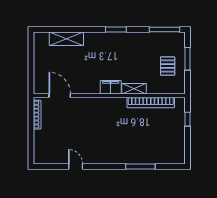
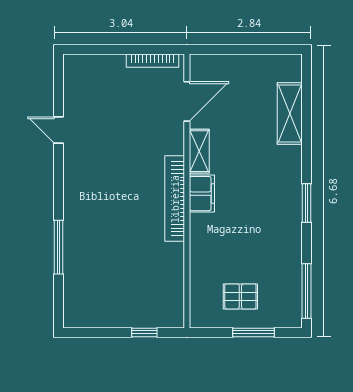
shelving: (134, 89) -> (199, 151), moved
bookcase: (151, 102) -> (175, 199), moved
door: (76, 167) -> (59, 130), swing flipped

